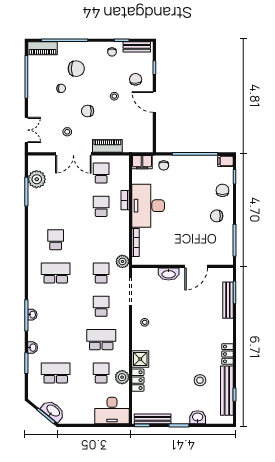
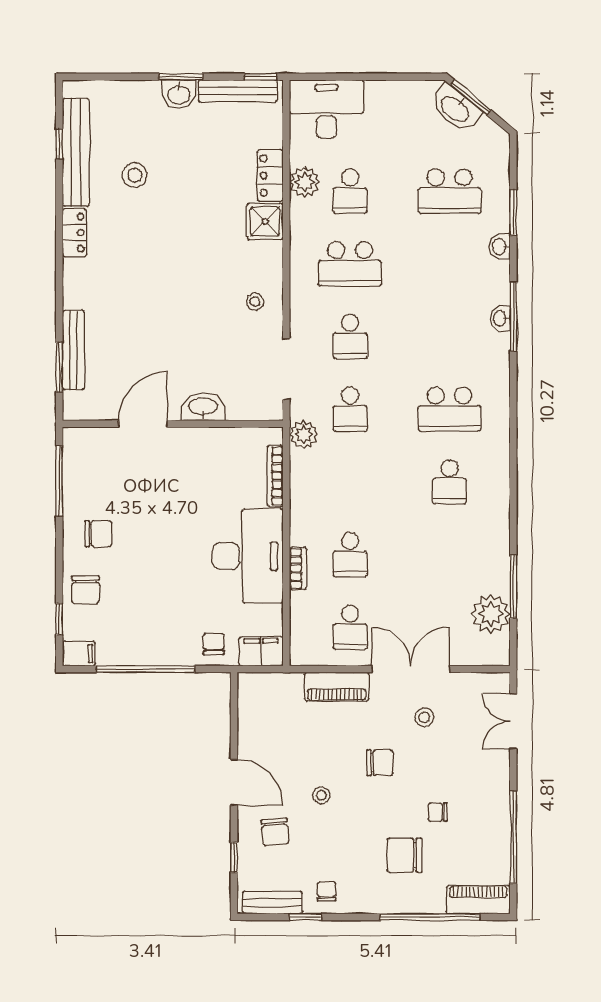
washbasin: (198, 417) -> (179, 94), moved

